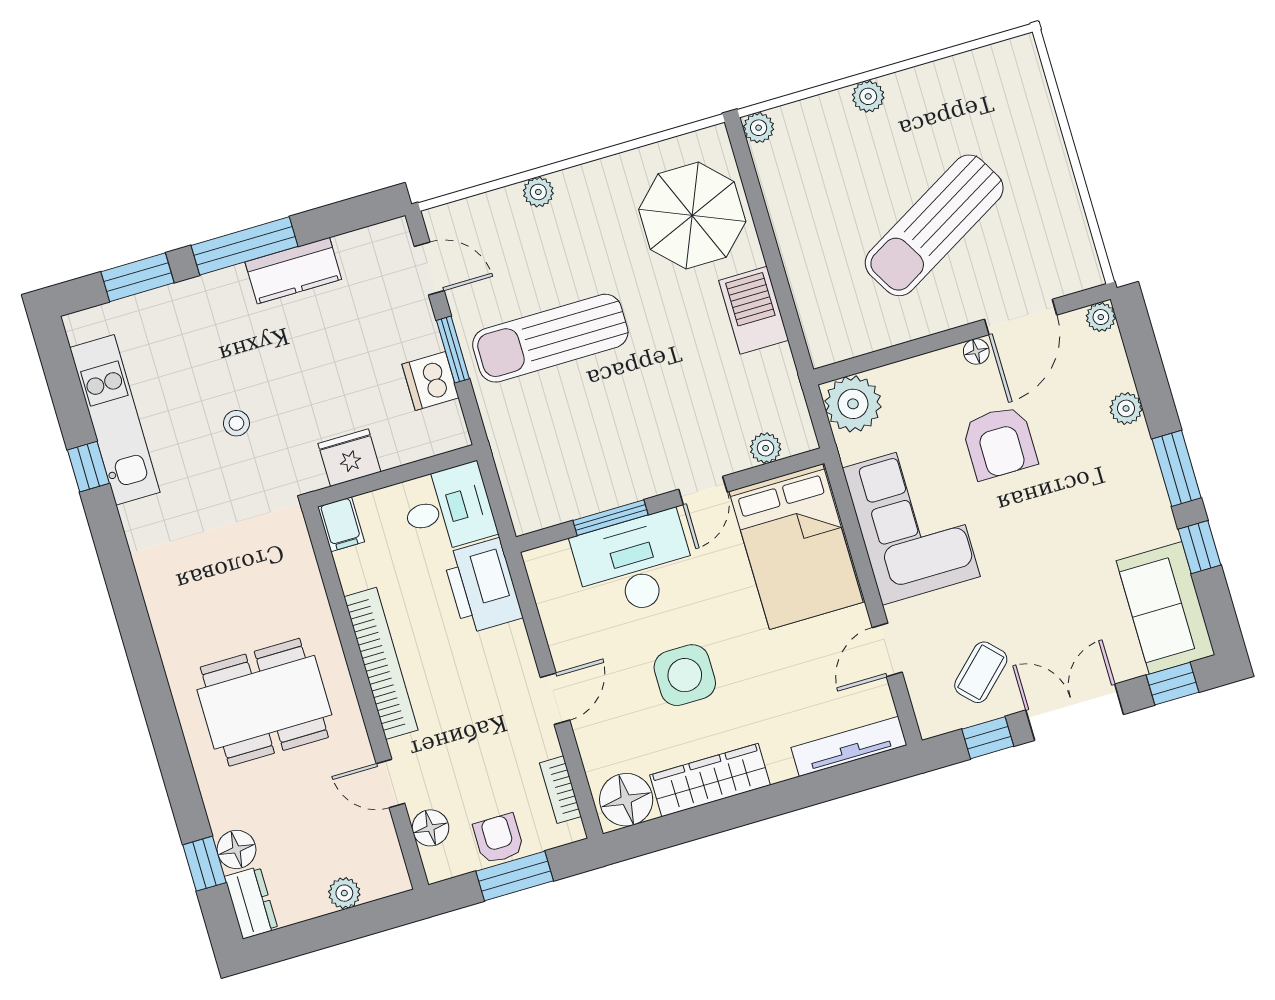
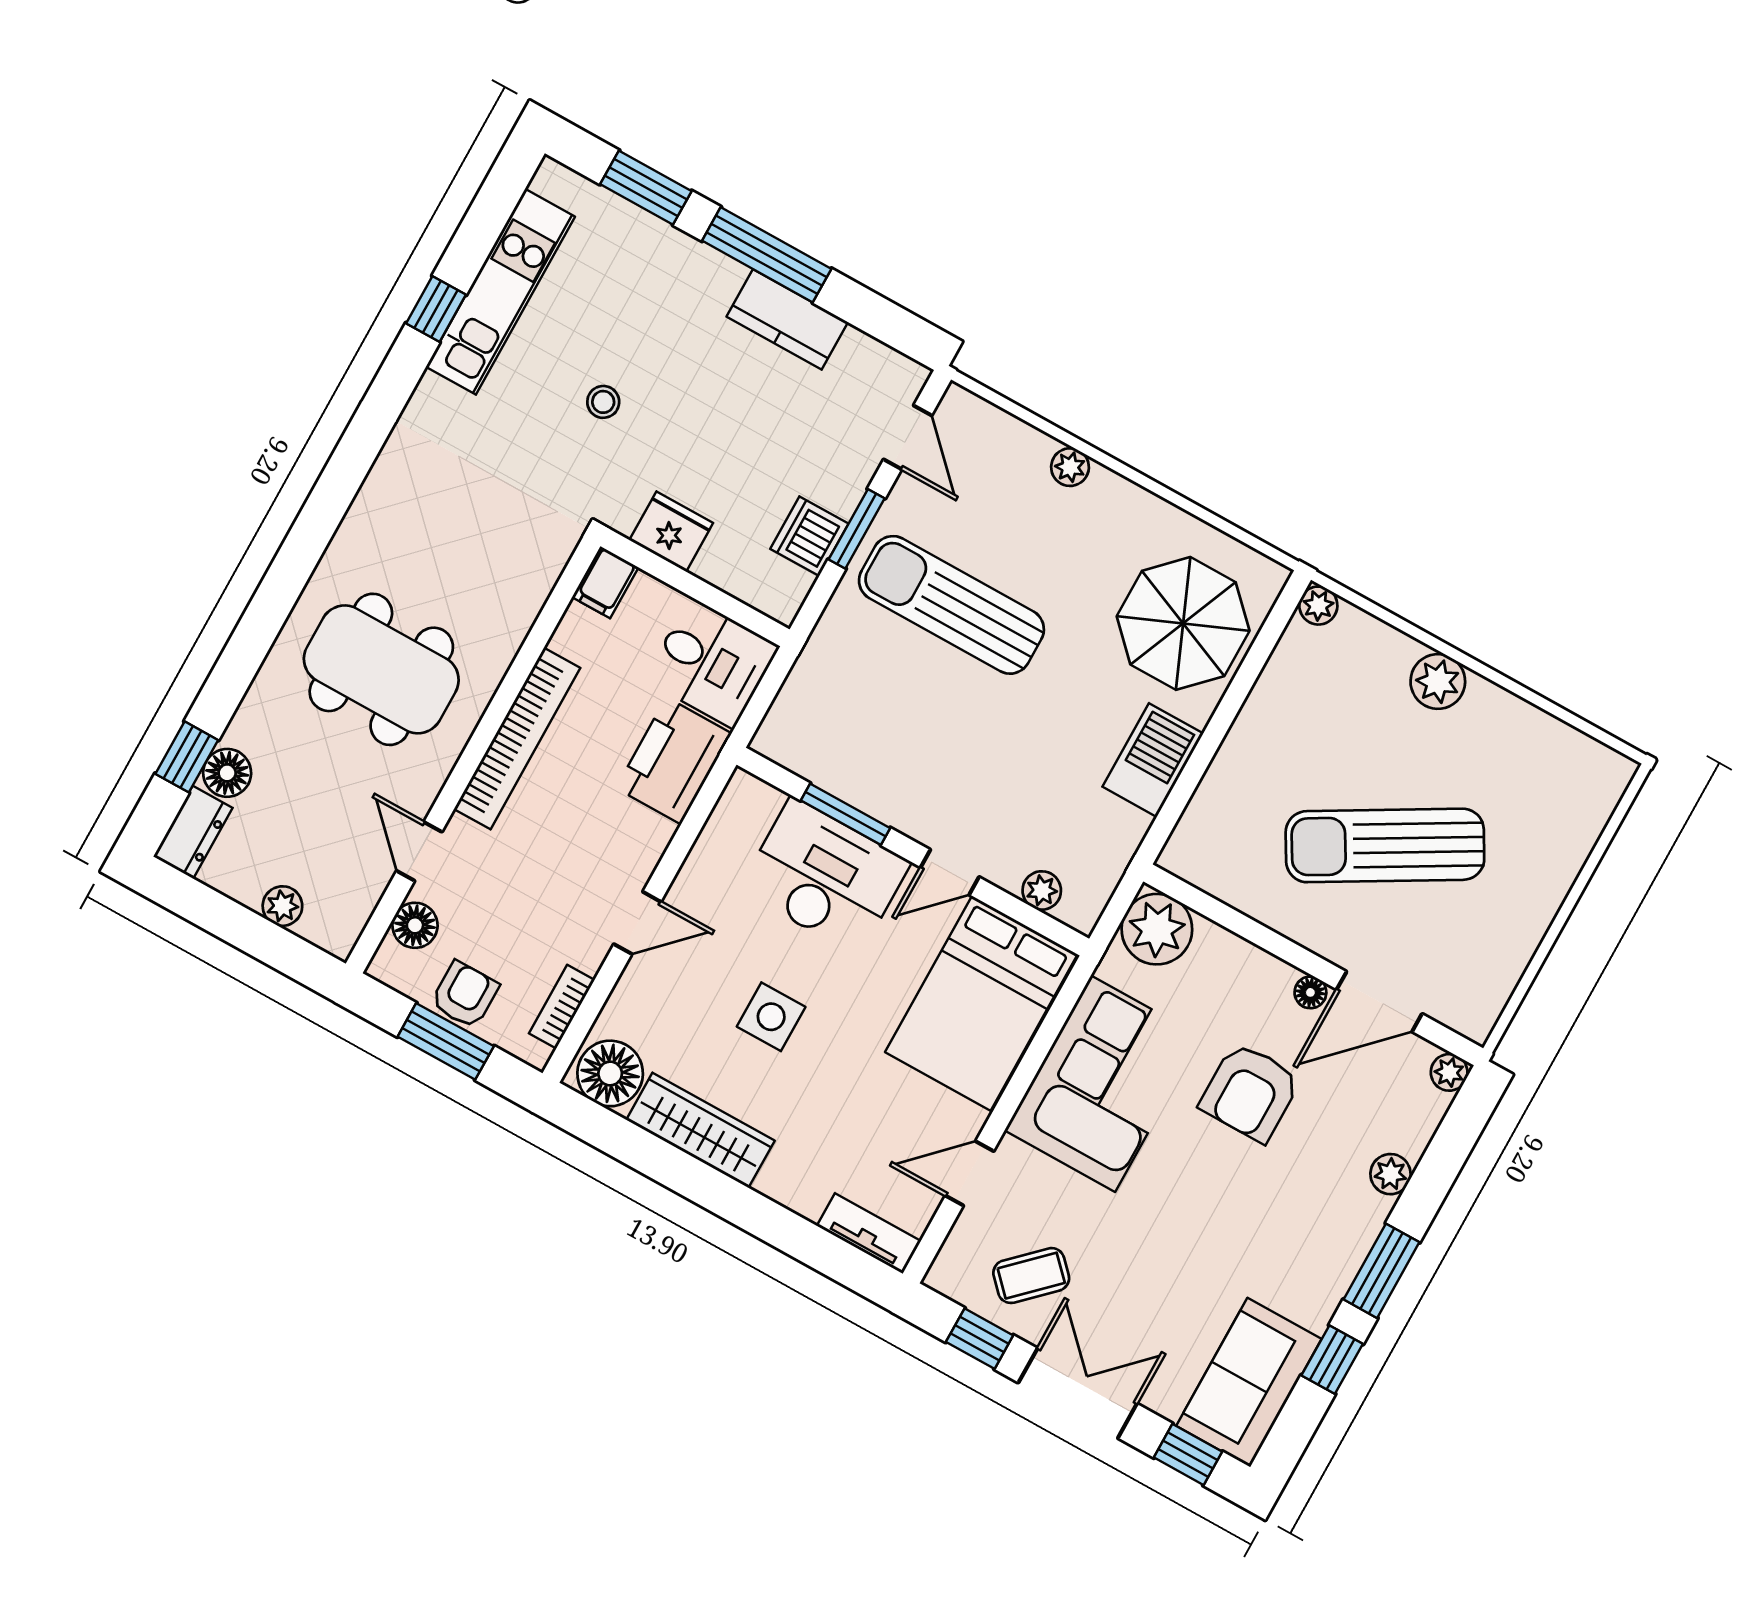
plant: (868, 96) -> (1438, 681), width x1.38, depth x1.38
side table: (685, 675) -> (771, 1017), width x0.73, depth x0.73
tv unit: (849, 746) -> (869, 1233), width x0.71

